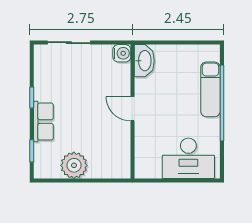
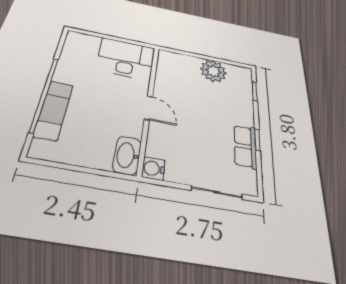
row of seats: (43, 122) -> (245, 146), moved
desk: (188, 158) -> (126, 59), moved

